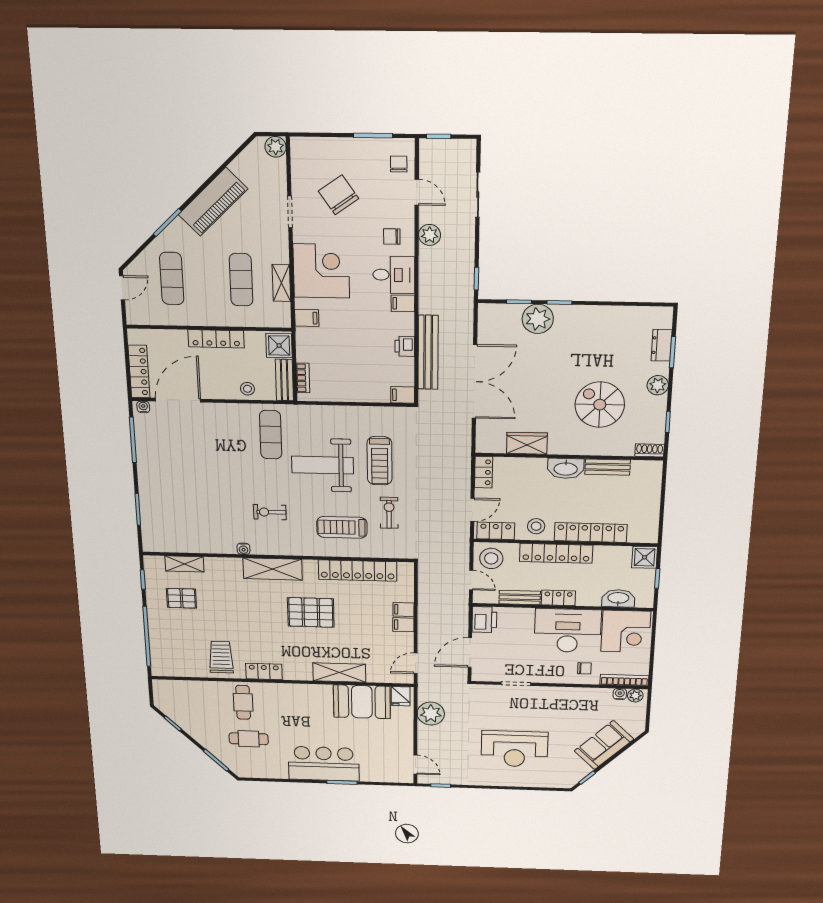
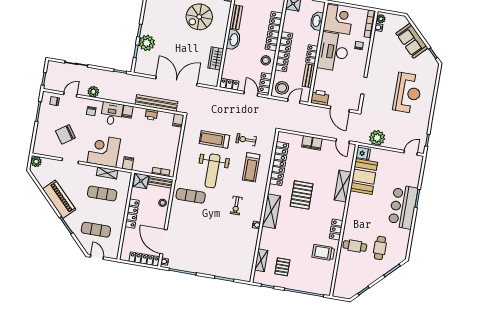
treadmill: (380, 461) -> (214, 139), turned 180

